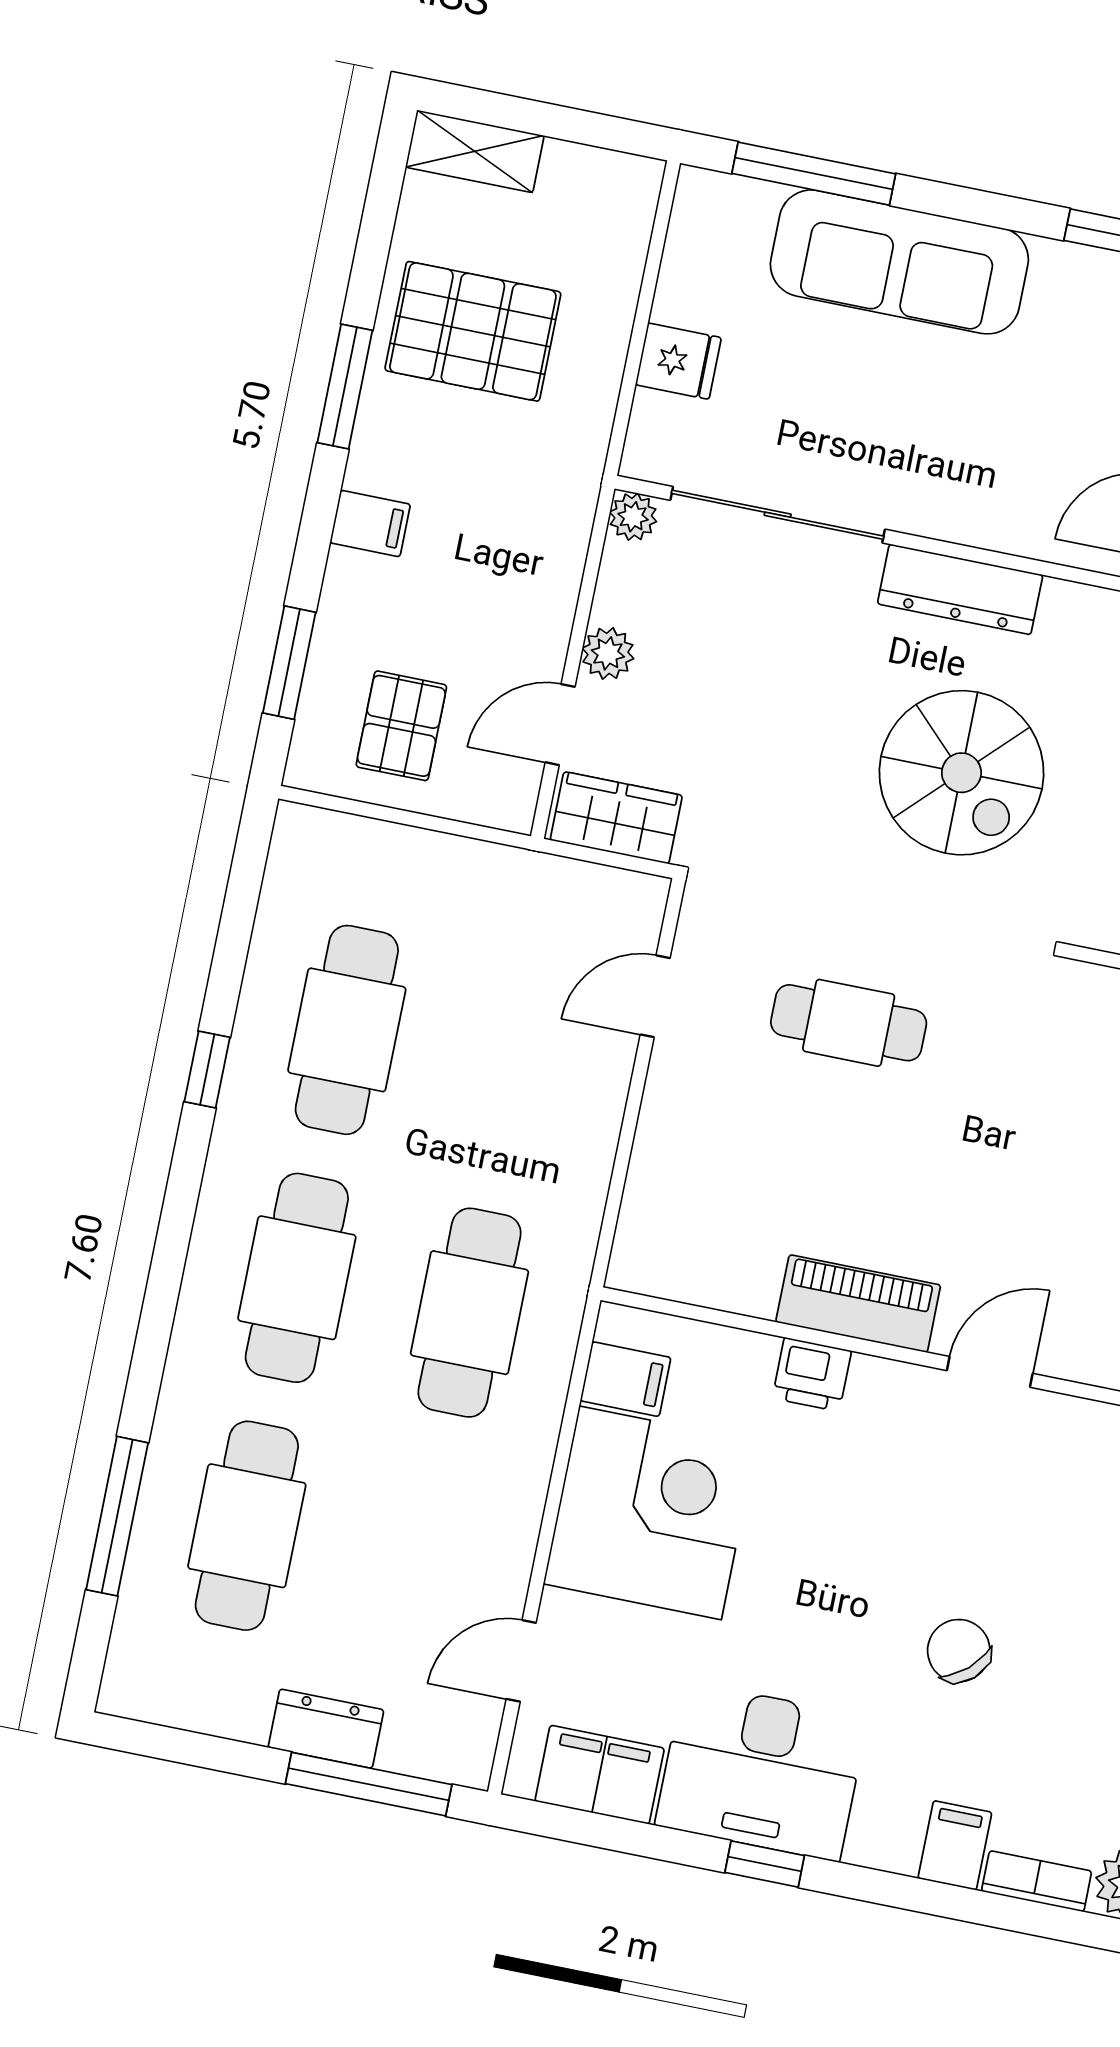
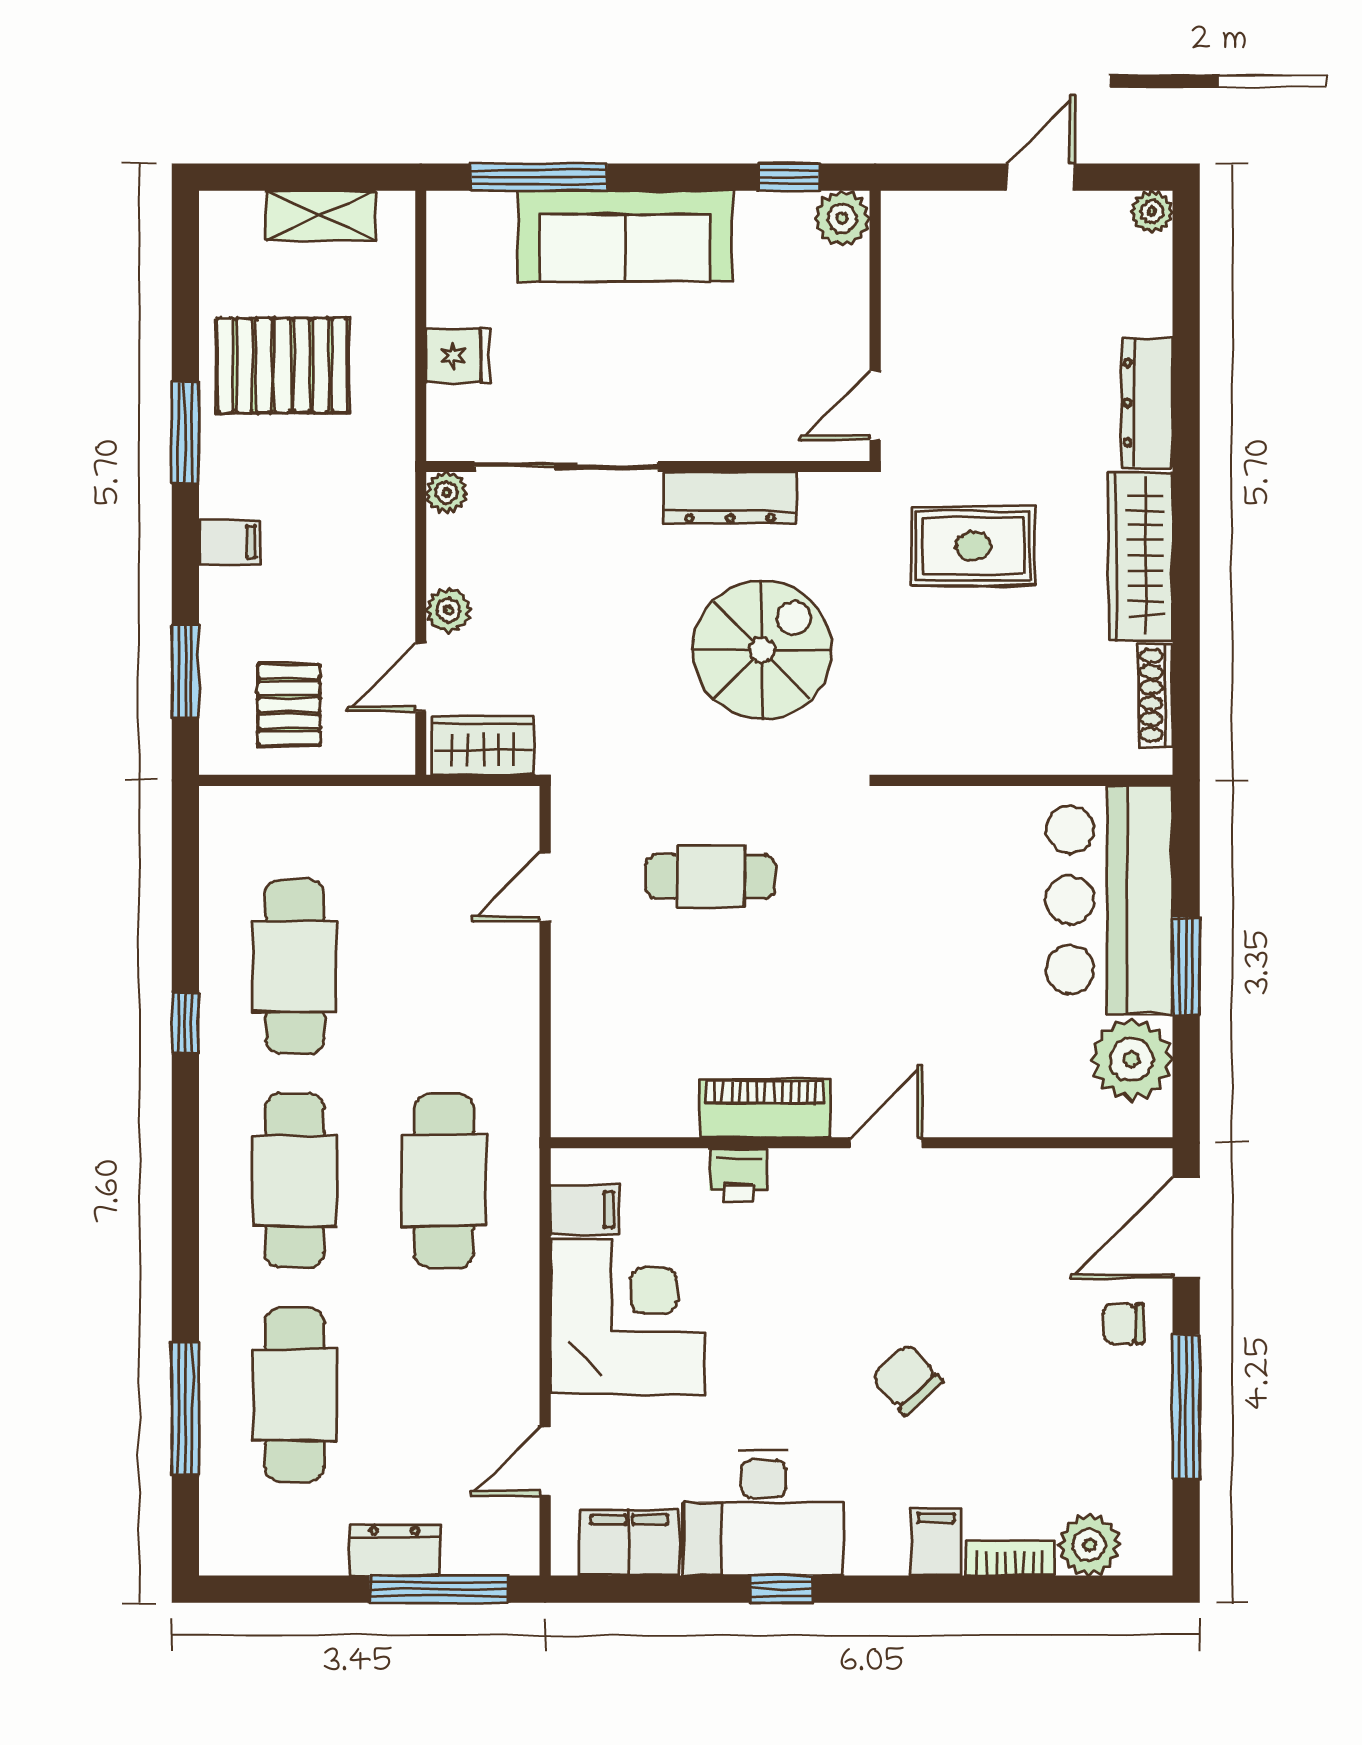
shelving: (475, 151) -> (321, 215), moved
spiral stairs: (961, 773) -> (762, 650), turned -90

